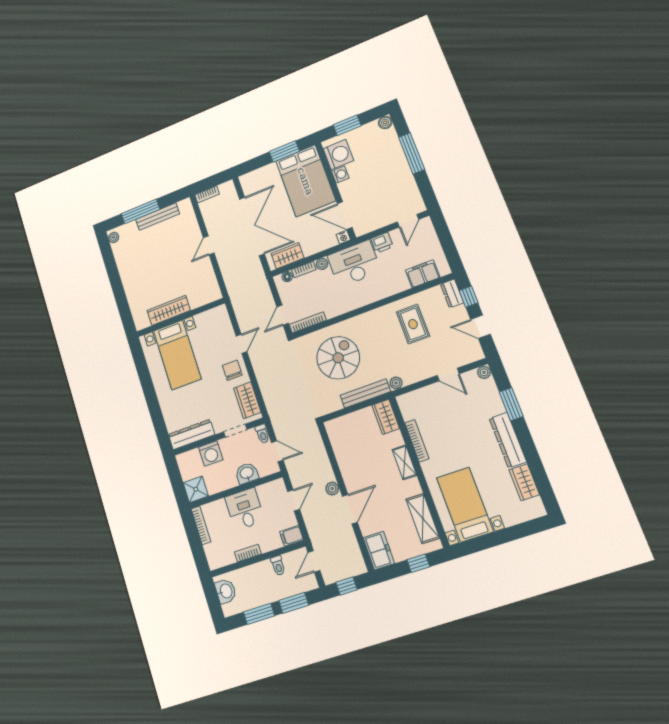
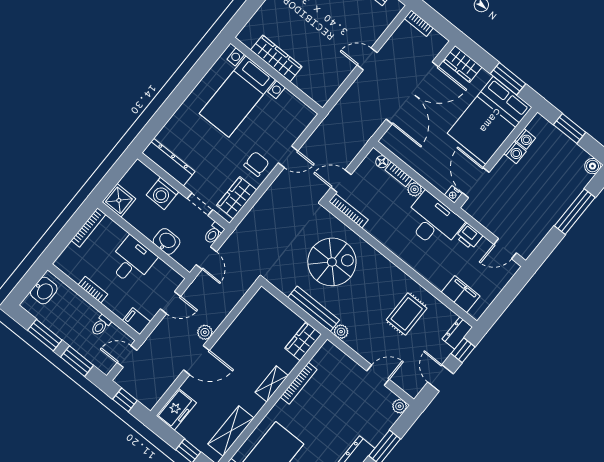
washing machine: (338, 155) -> (525, 139), width x0.53, depth x0.53
wardrobe: (287, 256) -> (462, 64), moved, turned 180
door: (448, 375) -> (378, 375), swing flipped

